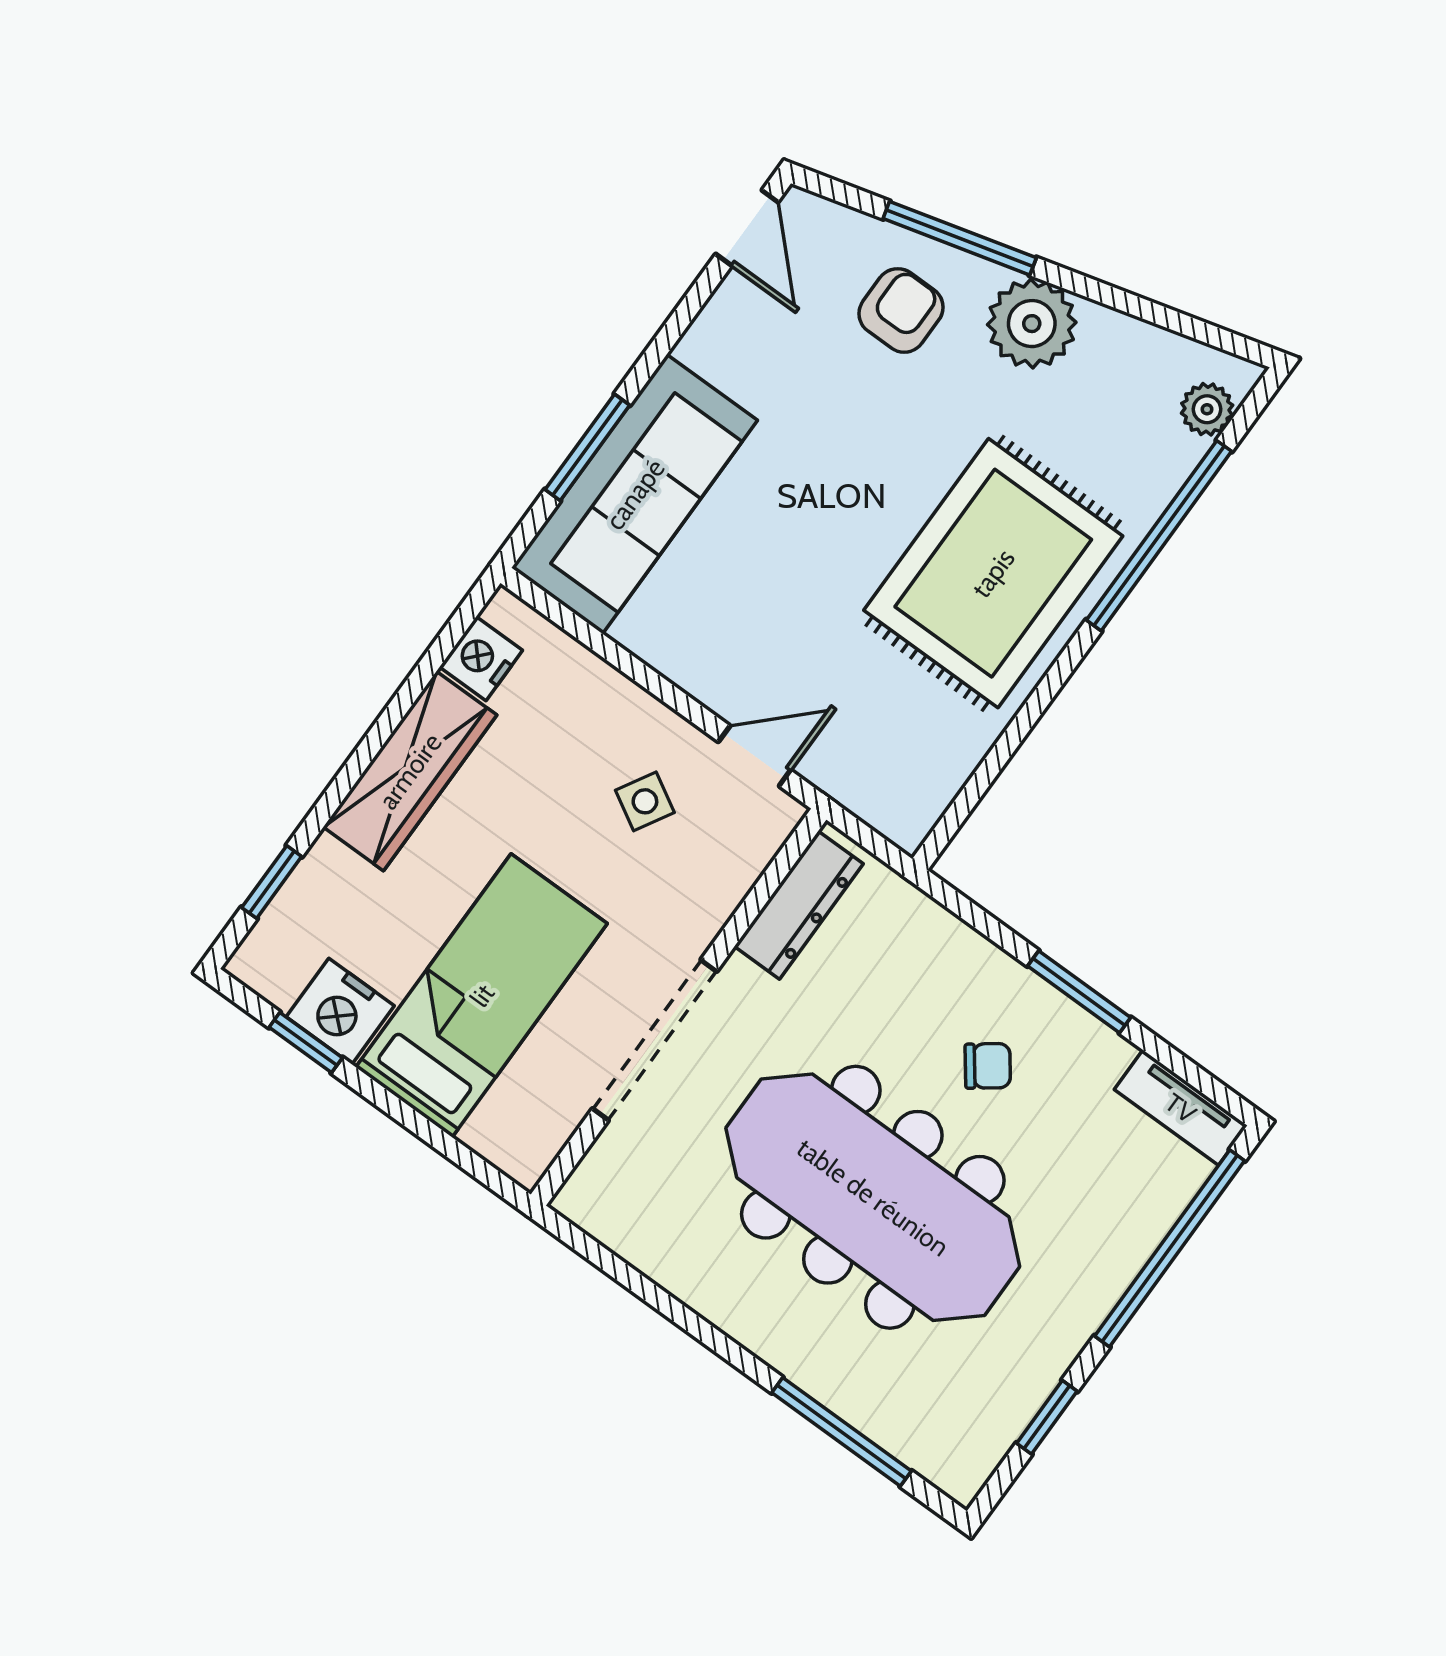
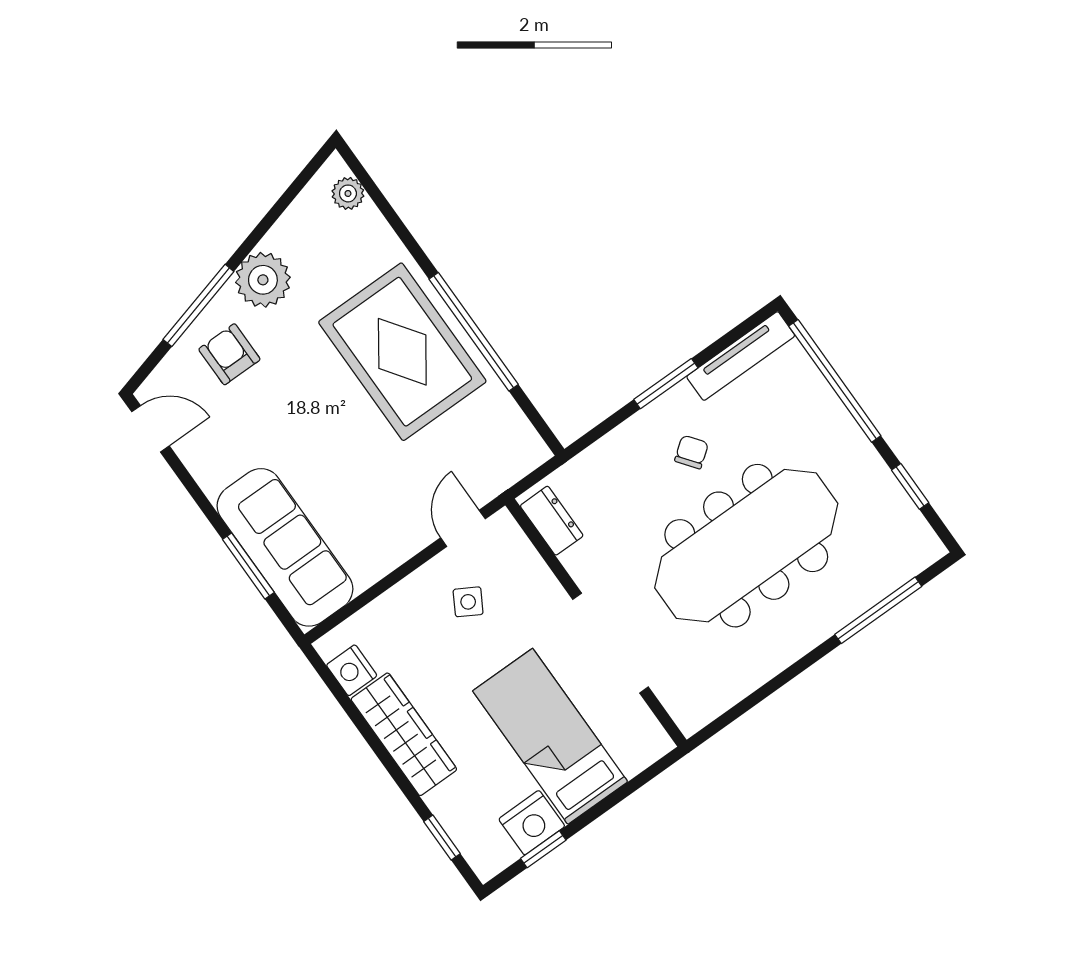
window: (1159, 536) -> (474, 332), moved
dresser: (799, 905) -> (552, 521), width x0.70
tv unit: (1181, 1108) -> (741, 356), width x1.41

